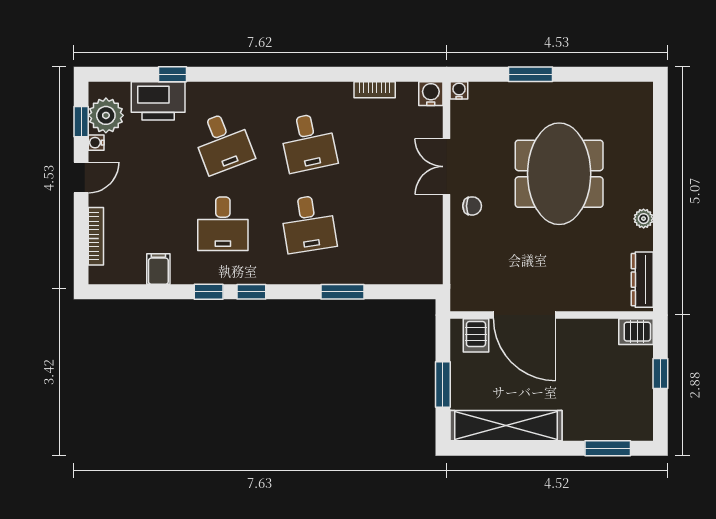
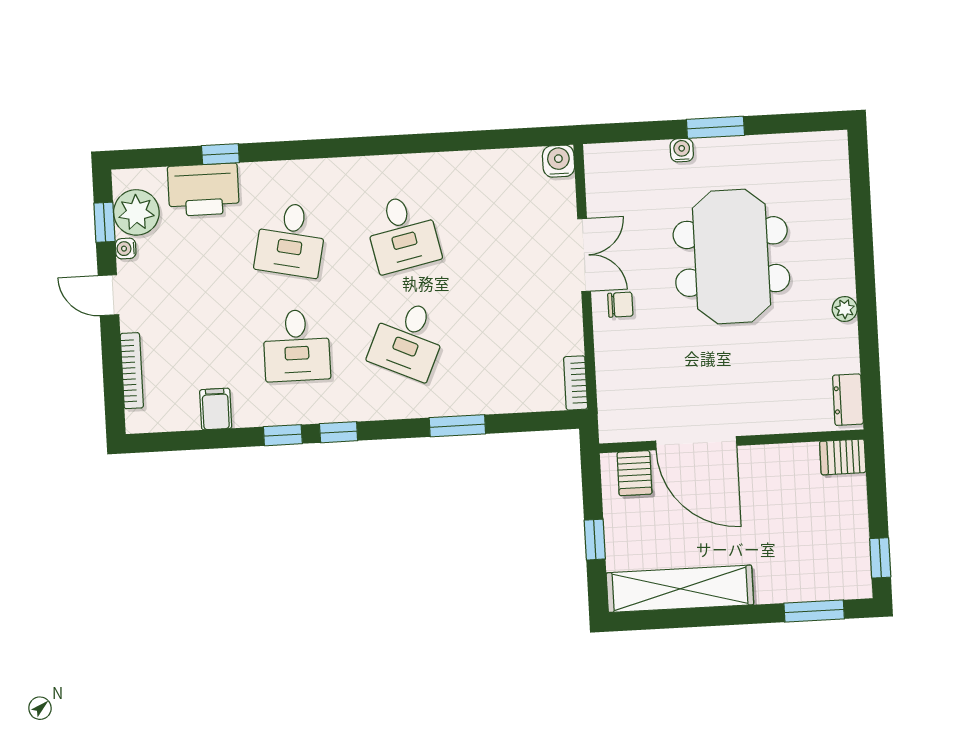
window: (530, 74) -> (715, 127), moved
bookcase: (375, 90) -> (576, 383), moved, turned 90
water cooler: (459, 90) -> (682, 150), moved
desk: (223, 142) -> (291, 239), turned 33
double door: (447, 167) -> (584, 255), swing flipped
door: (81, 178) -> (108, 295), swing flipped
desk: (308, 224) -> (408, 339), turned 33
dresser: (642, 280) -> (848, 400), width x0.70
window: (660, 374) -> (880, 558), moved
window: (443, 385) -> (595, 540), width x0.67

